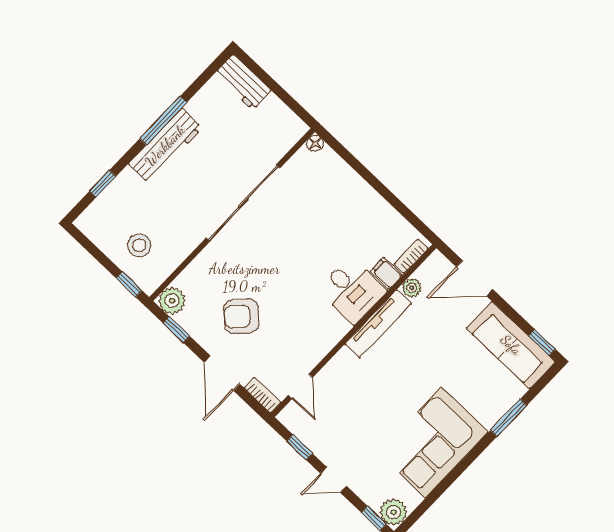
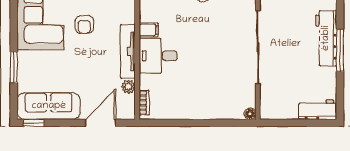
filing cabinet: (386, 273) -> (149, 30), moved
armchair: (396, 393) -> (84, 25), added

